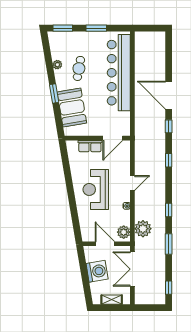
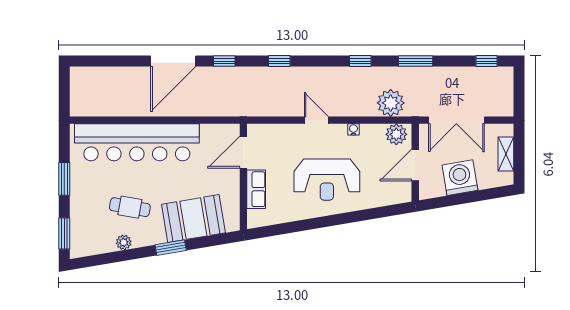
door: (113, 138) -> (243, 152), swing flipped

